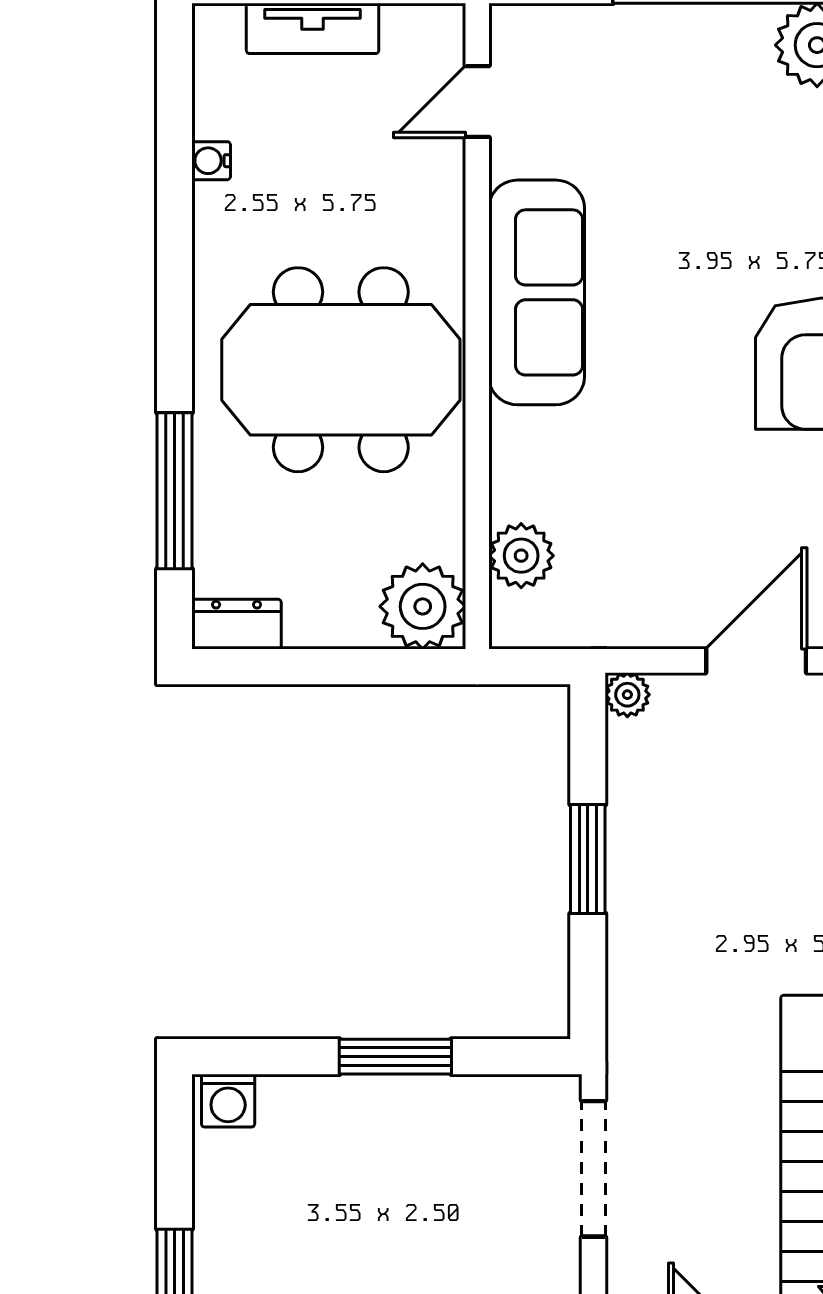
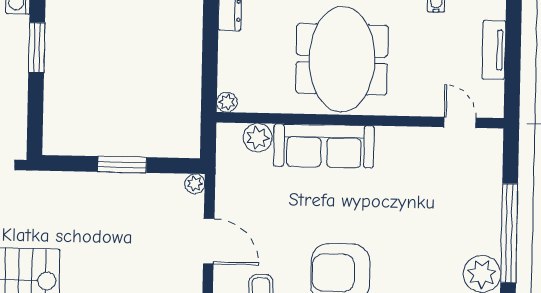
sofa: (537, 292) -> (324, 146), moved
plant: (423, 606) -> (227, 102), width x0.53, depth x0.53
window: (395, 1057) -> (37, 48), moved

